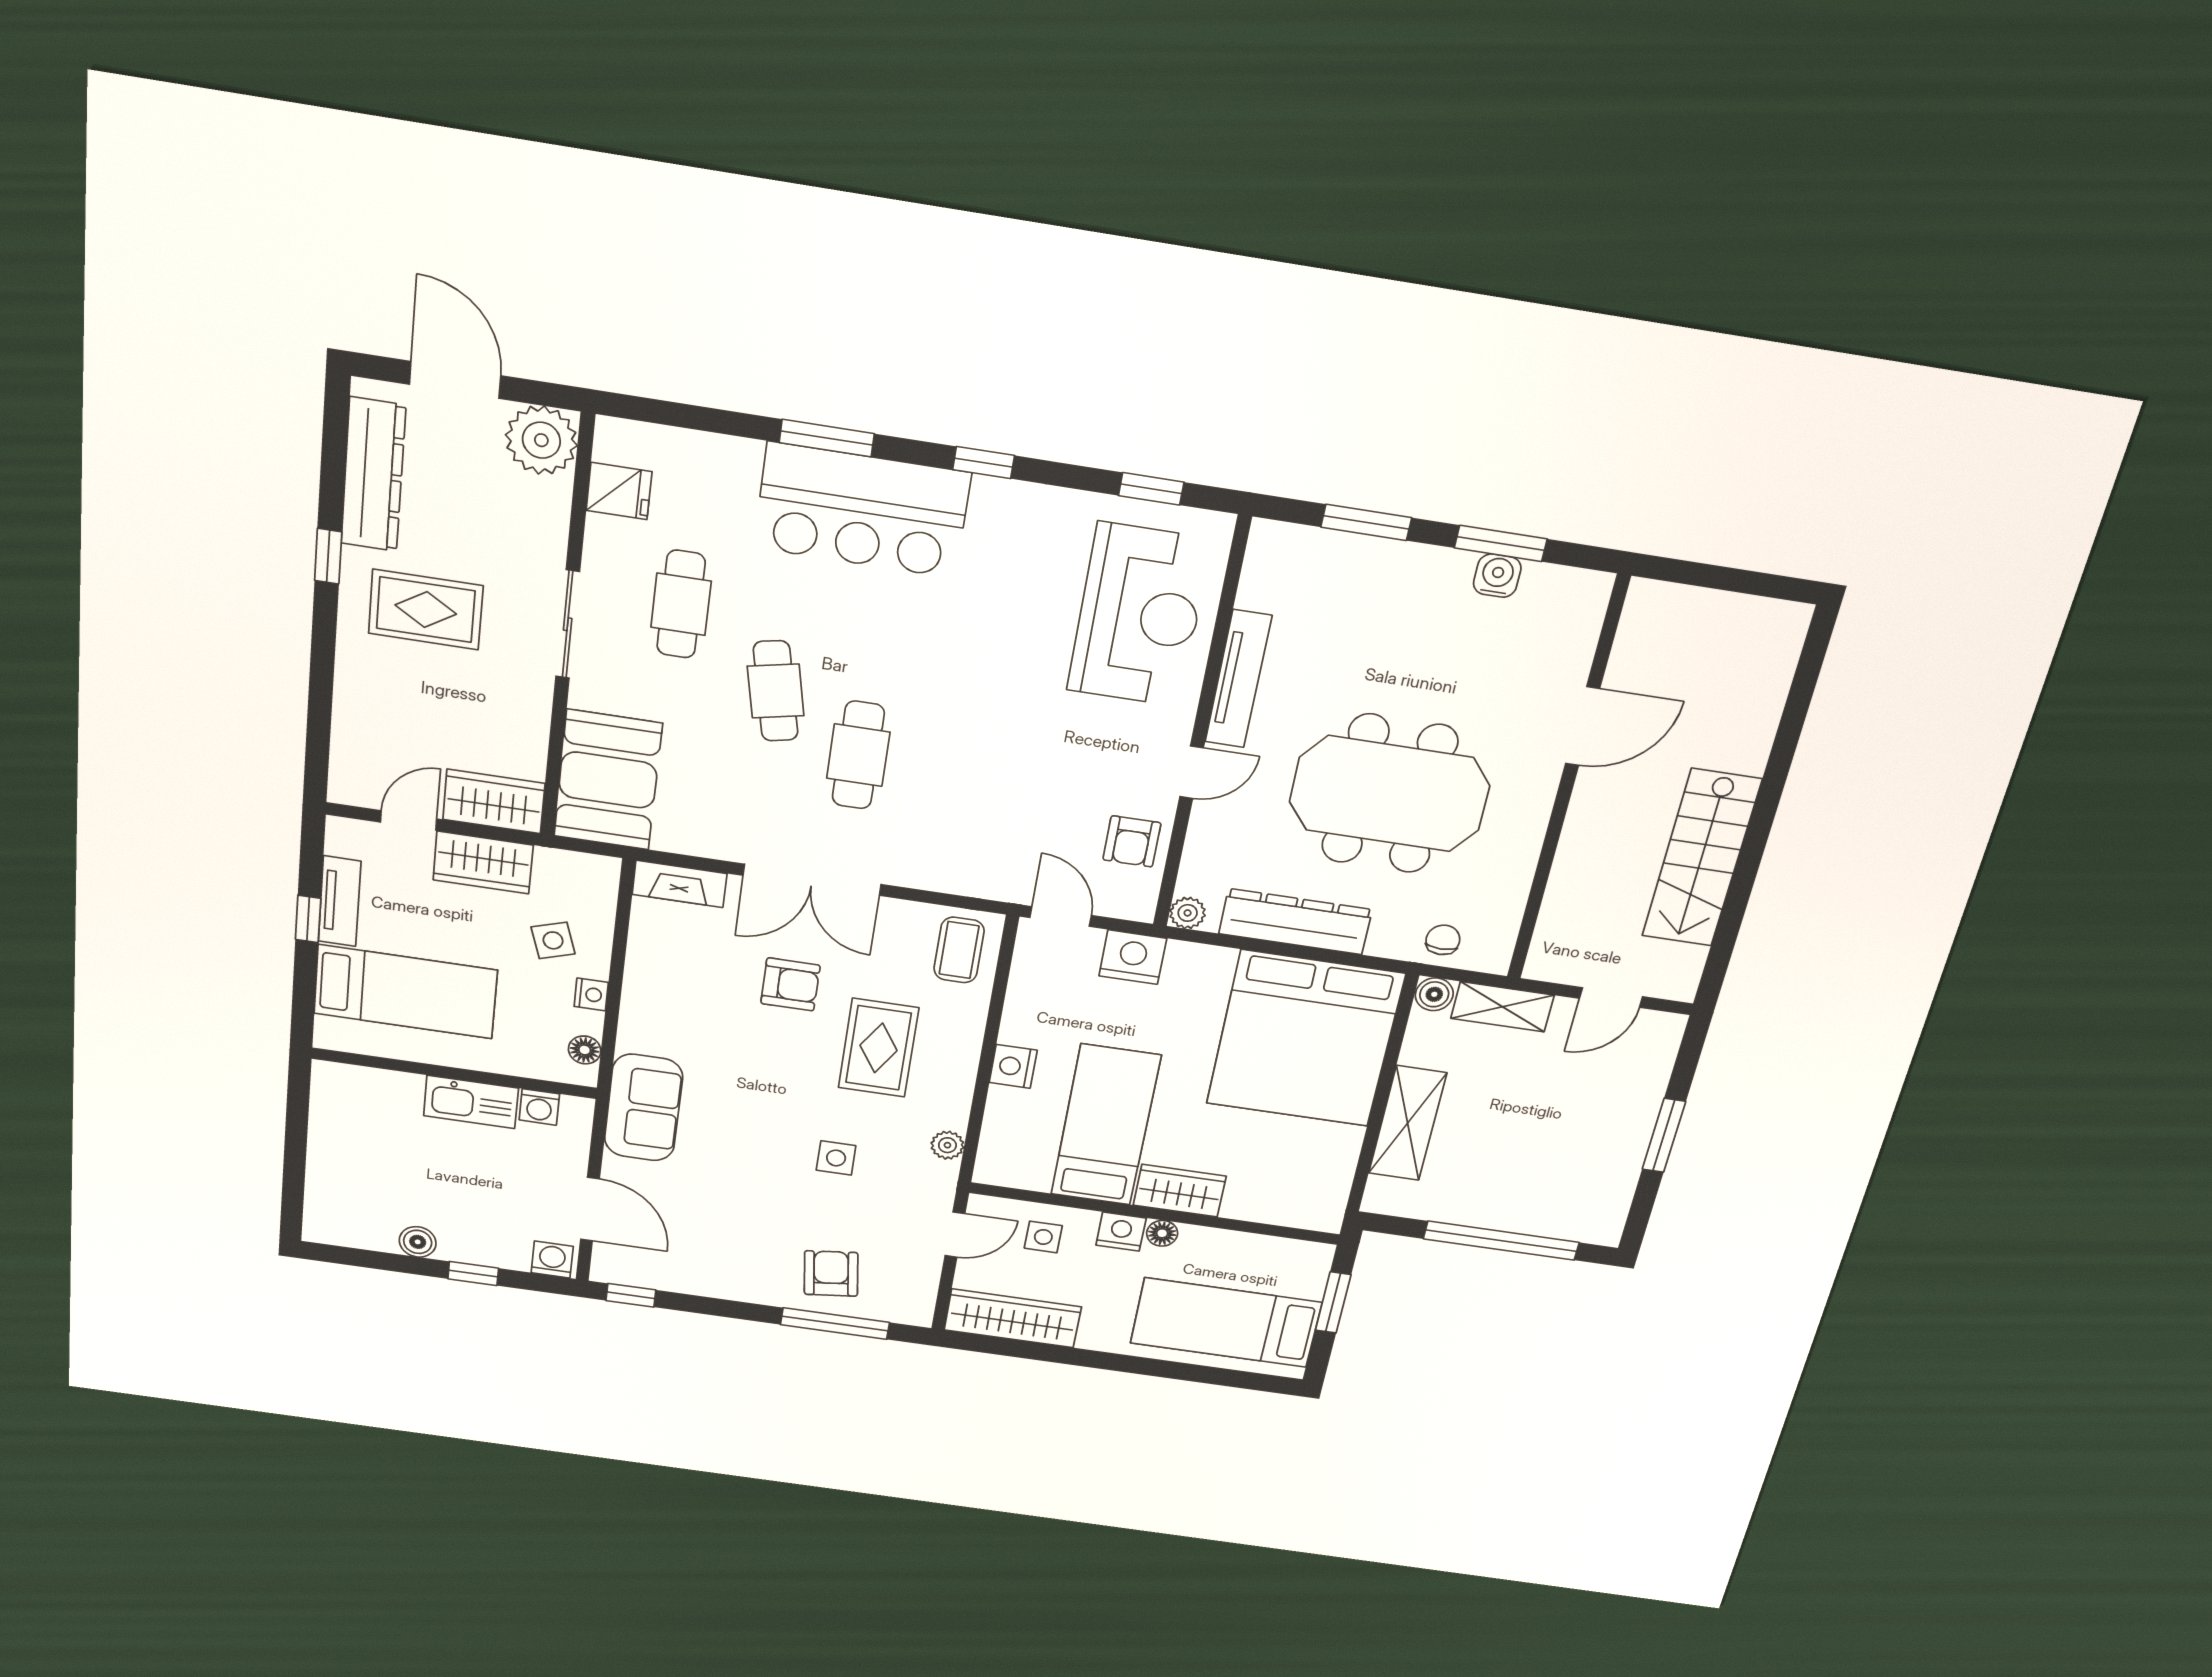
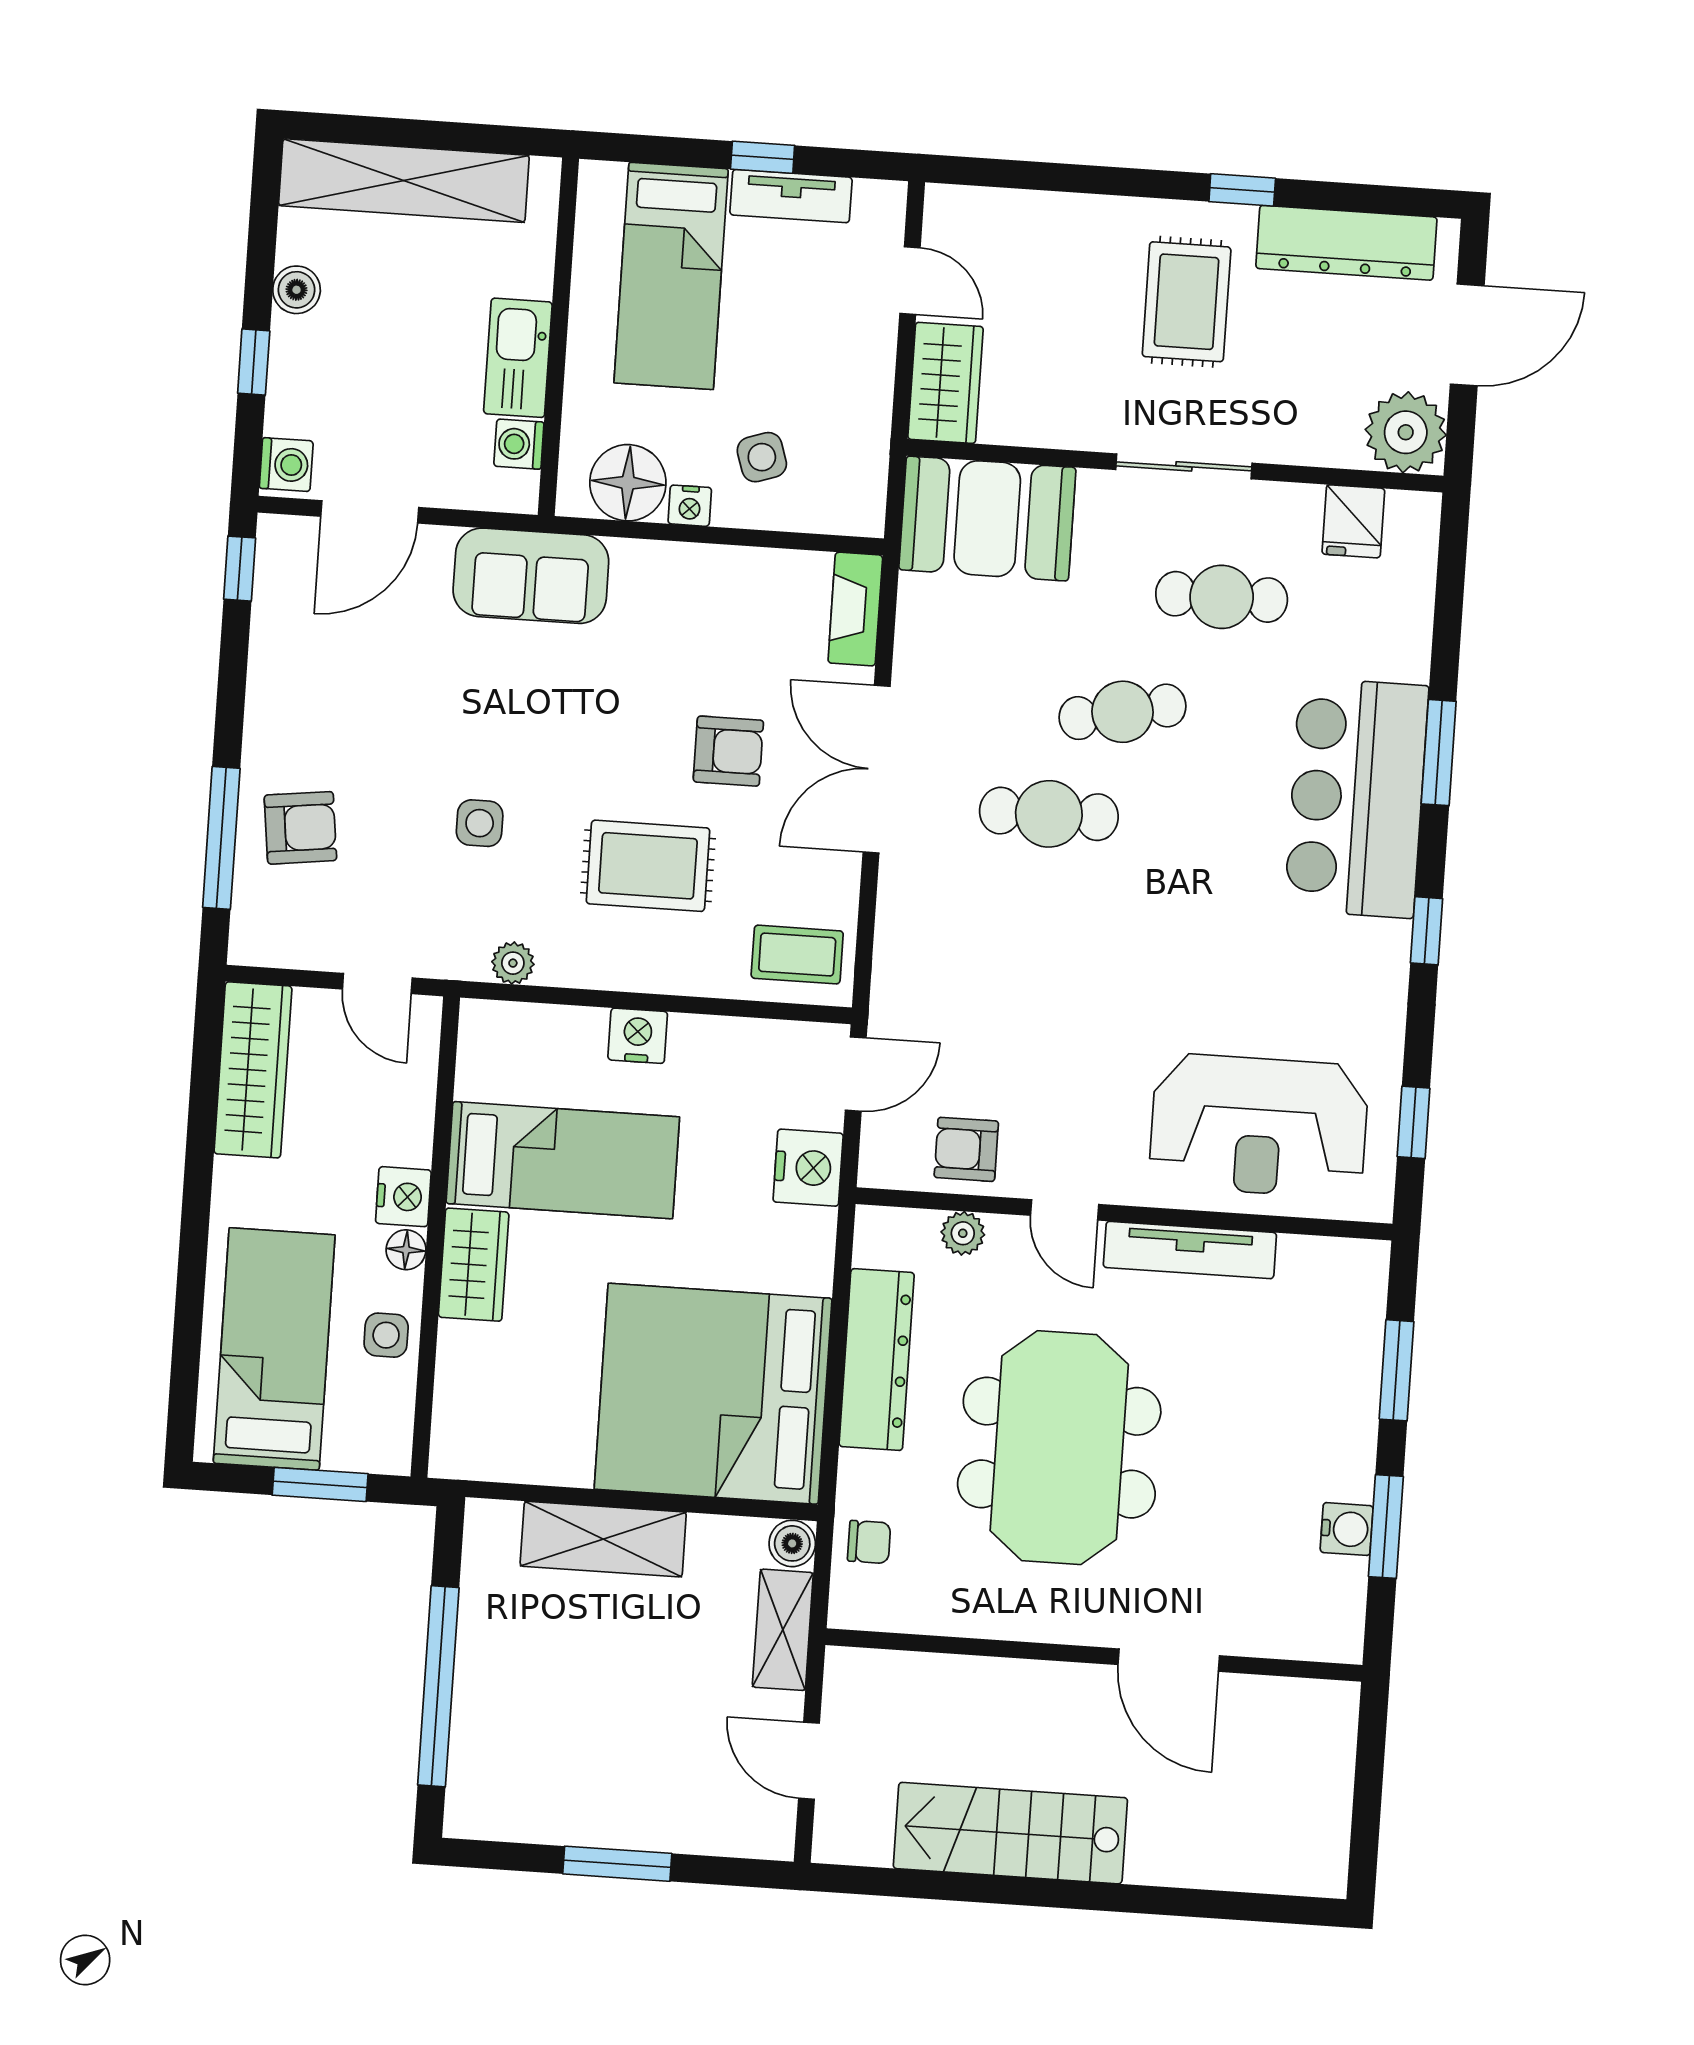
wardrobe: (483, 862) -> (862, 371), removed
plant: (1188, 913) -> (963, 1233), moved
armchair: (790, 984) -> (728, 751), turned -90
floor lamp: (585, 1050) -> (628, 483), width x1.89, depth x1.89
shelving: (332, 1166) -> (404, 181), added
side table: (1043, 1237) -> (386, 1335), moved

